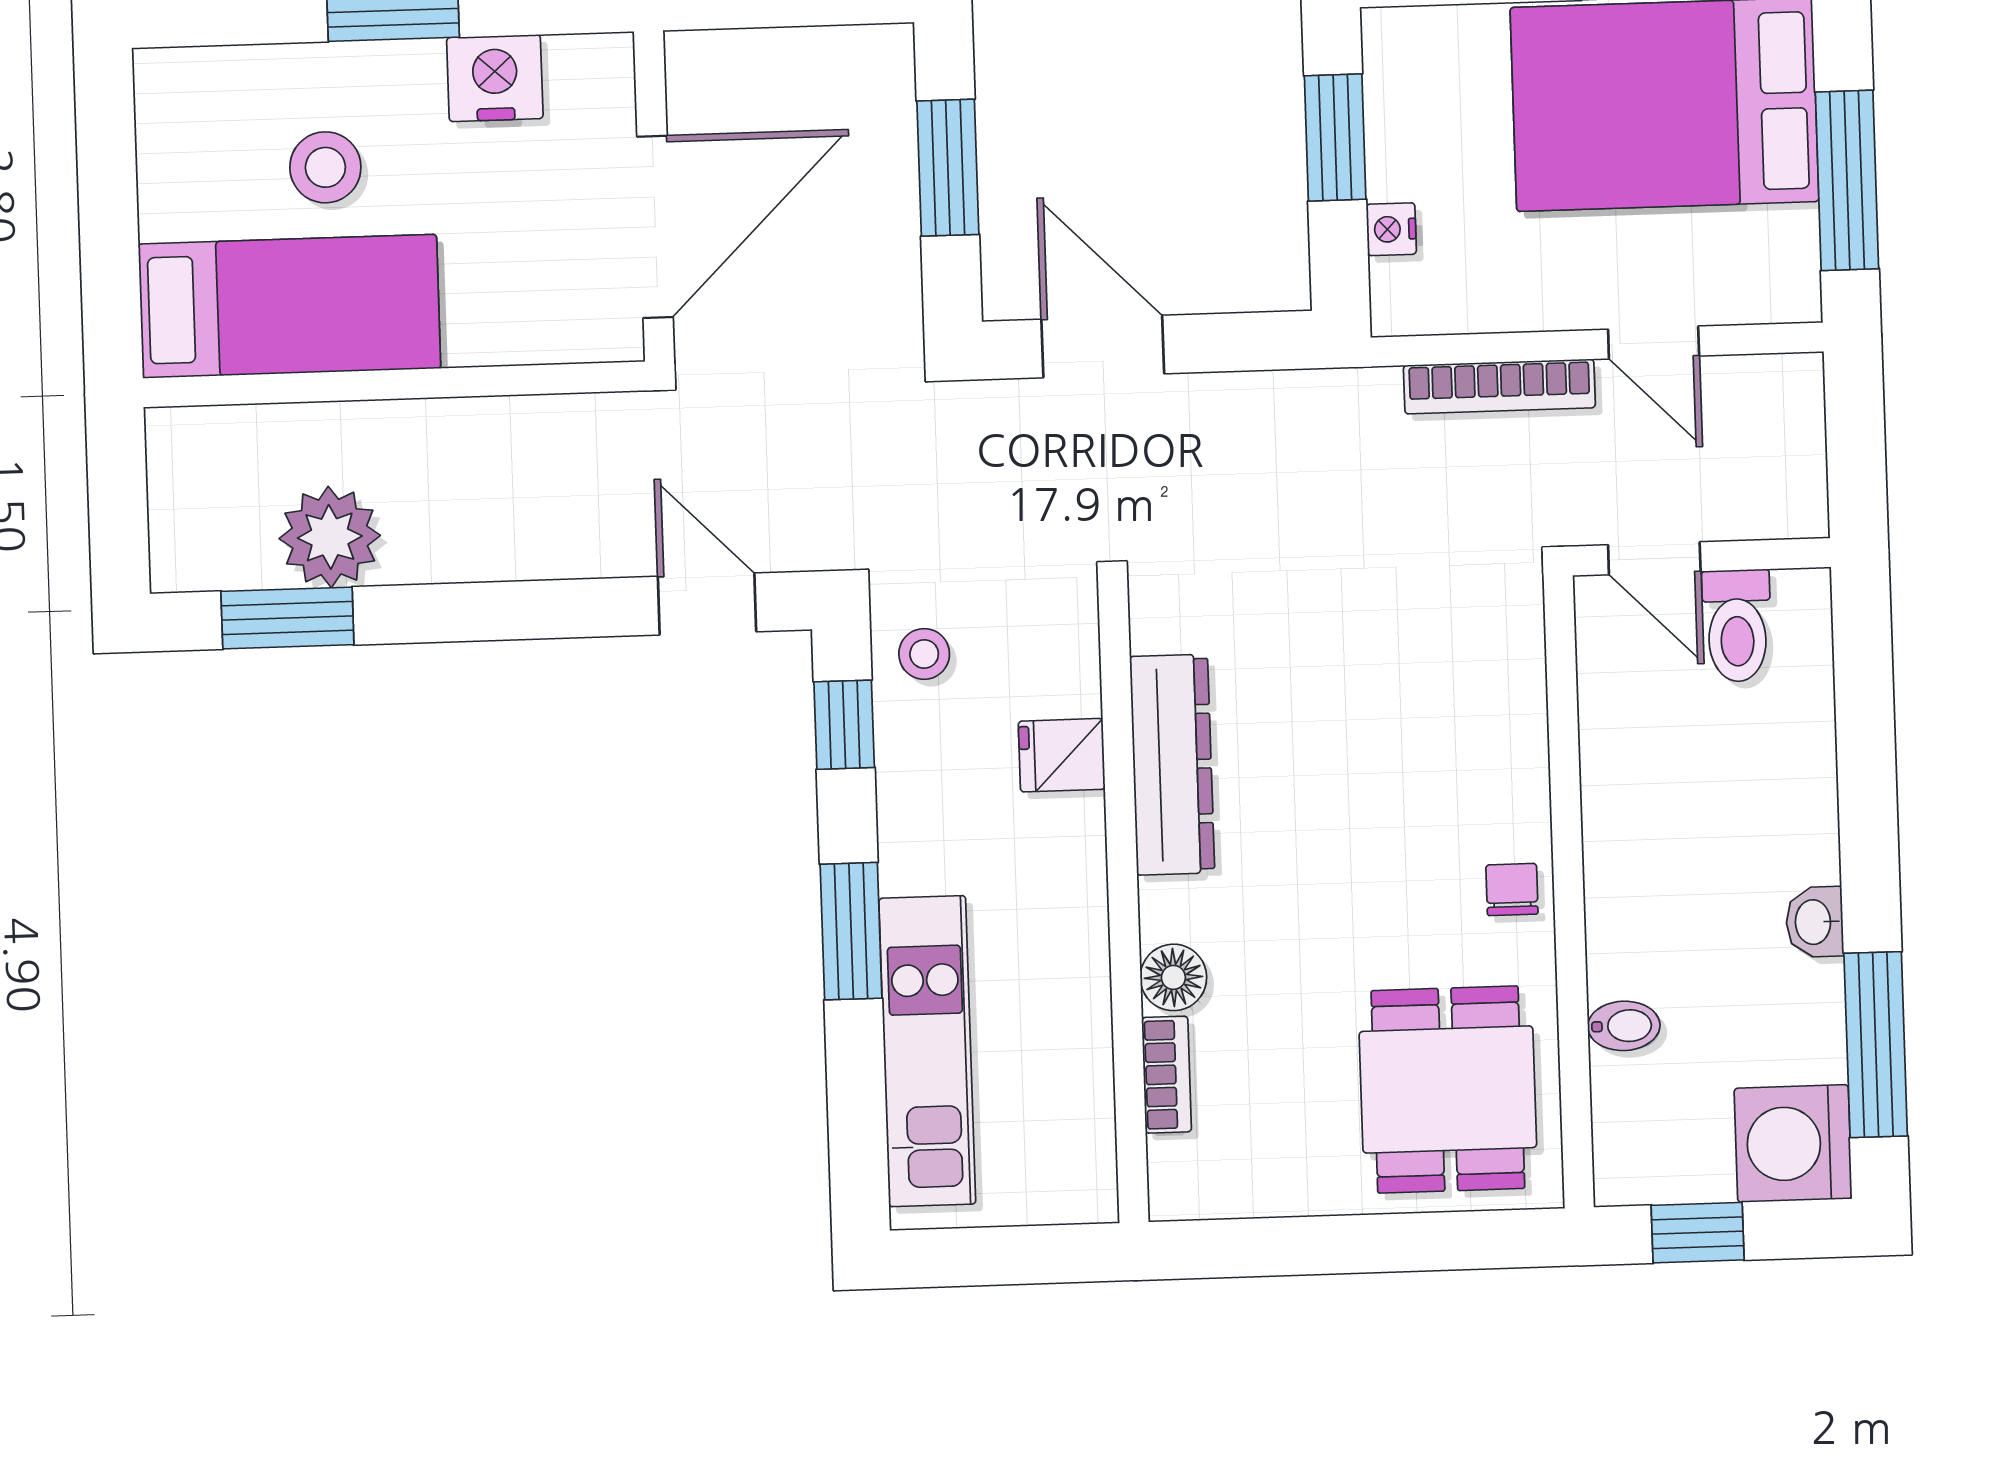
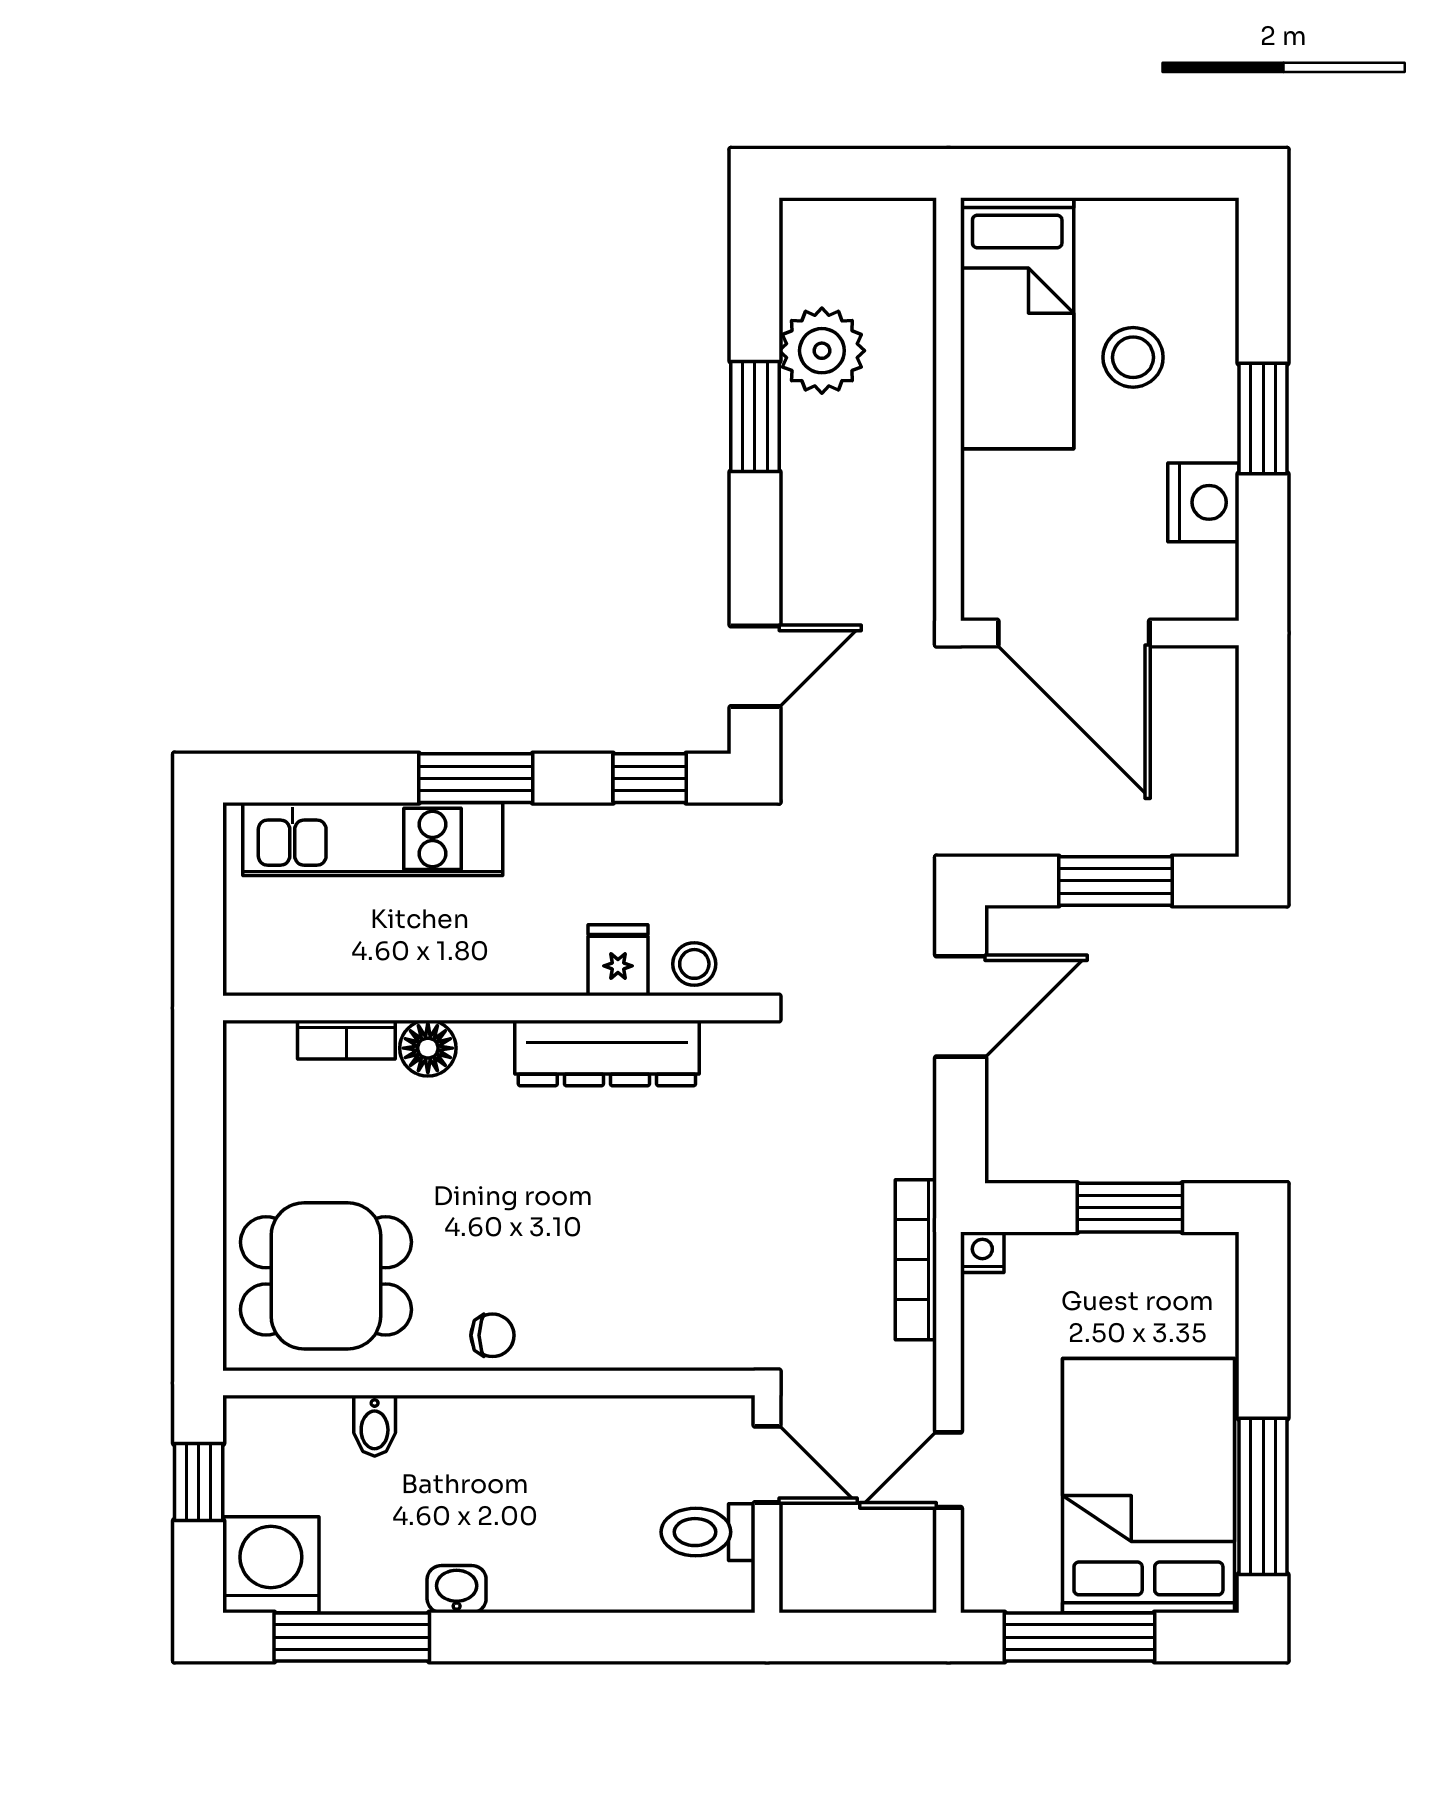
nightstand: (1391, 229) -> (982, 1252), moved
bookcase: (1499, 387) -> (916, 1260), moved
door: (1654, 558) -> (767, 1464), swing flipped
window: (287, 618) -> (755, 416), moved
stool: (924, 654) -> (694, 964), moved

